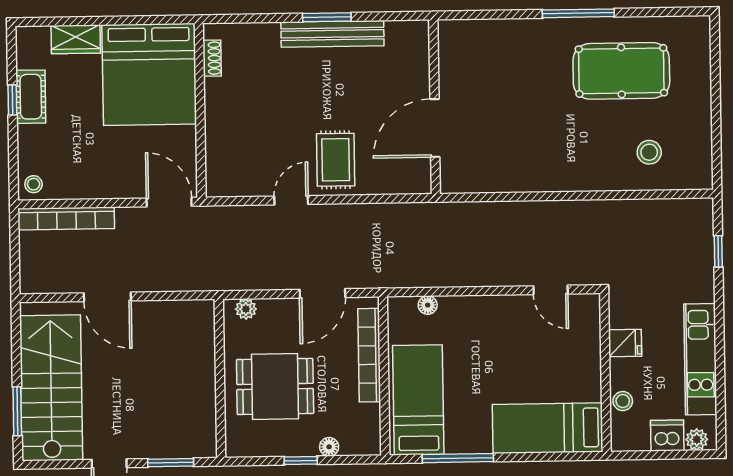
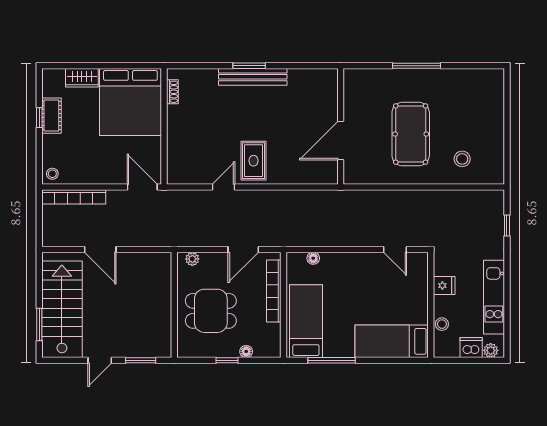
pool table: (621, 71) -> (411, 134), moved, turned 90
wall: (435, 107) -> (341, 126), moved
door: (435, 128) -> (341, 141), moved

